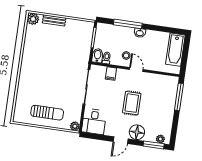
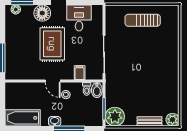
bathtub: (175, 50) -> (23, 118), moved, turned -90
rug: (132, 103) -> (52, 44), width x1.36, depth x1.43
desk: (94, 122) -> (79, 18), moved
plant: (75, 126) -> (115, 117), moved, width x1.87, depth x1.87

